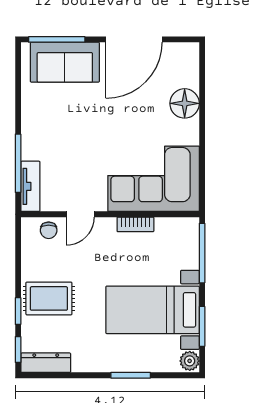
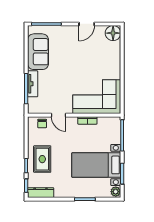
door: (134, 39) -> (87, 24), width x0.53
sofa: (65, 62) -> (38, 52), moved, turned -90
floor lamp: (185, 103) -> (113, 33), moved
tv unit: (30, 186) -> (33, 84), moved
door: (80, 214) -> (59, 115), hinge flipped
rug: (49, 298) -> (42, 159), turned 90

